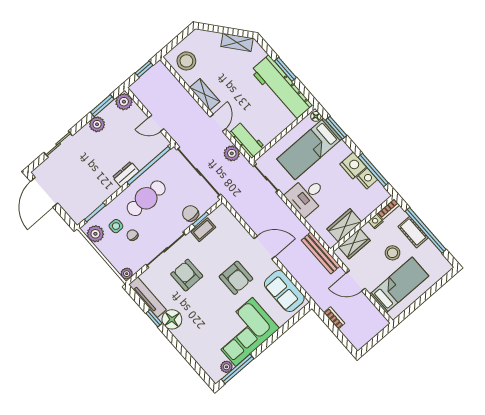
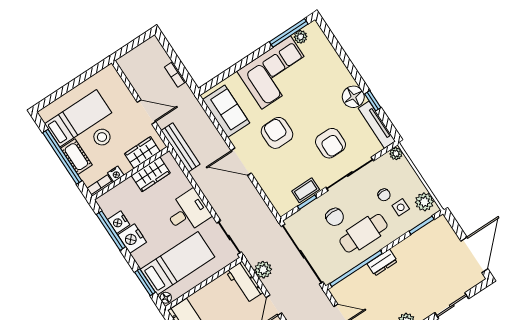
chair: (191, 213) -> (335, 217), moved
bed: (399, 285) -> (78, 118), moved, turned 180

